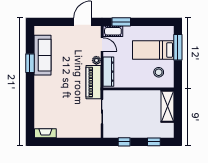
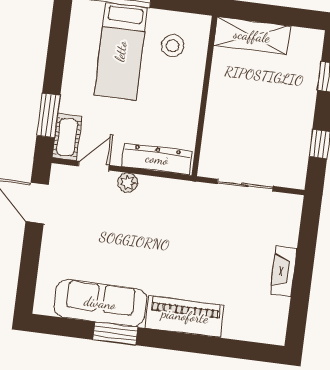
piano: (93, 82) -> (185, 316), moved, turned 180
fireplace: (45, 133) -> (284, 271), moved

